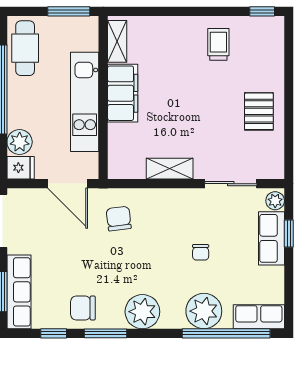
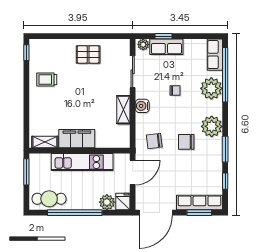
water cooler: (176, 199) -> (142, 106), added
chair: (83, 308) -> (186, 142), moved, turned 90

